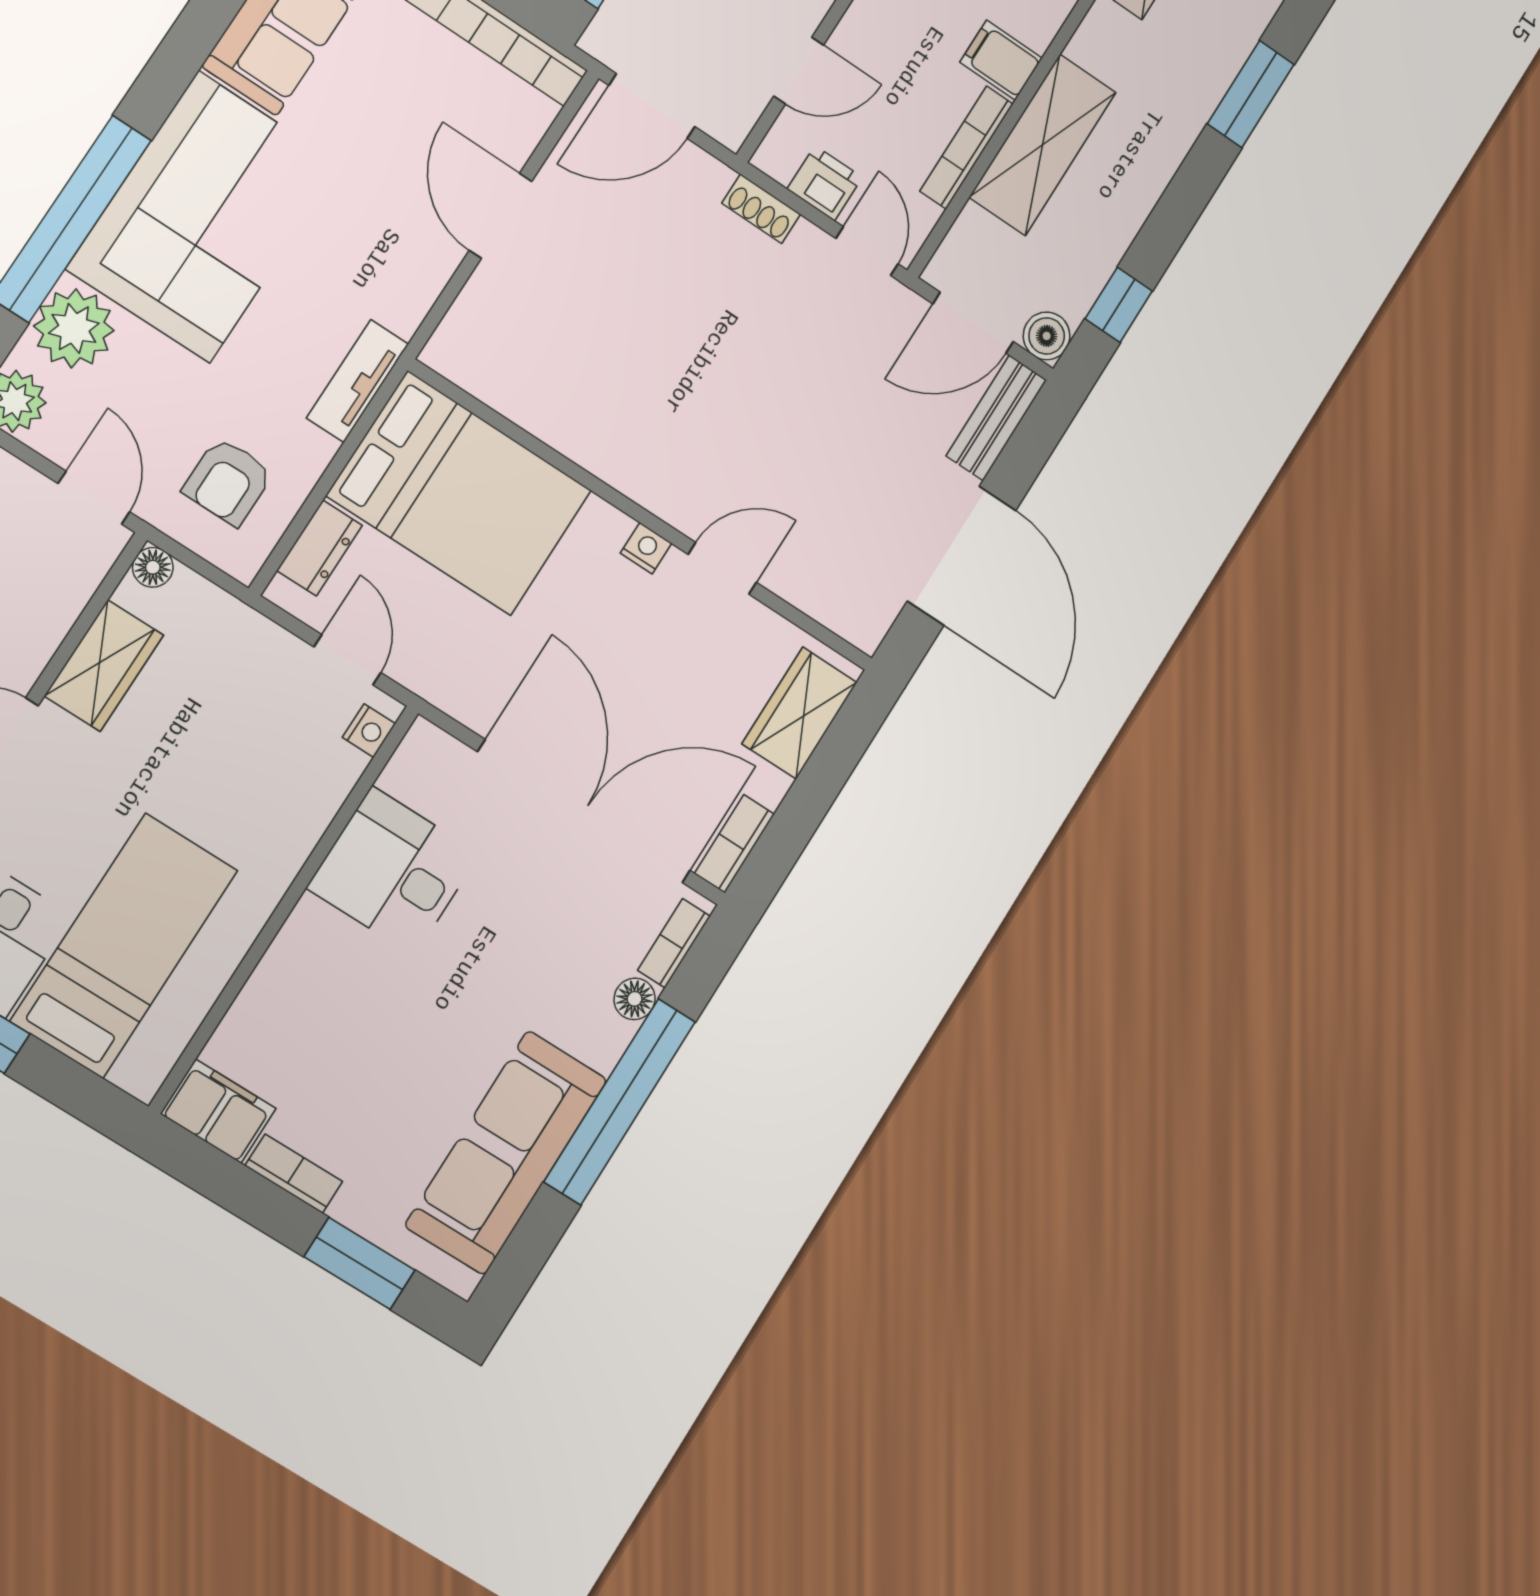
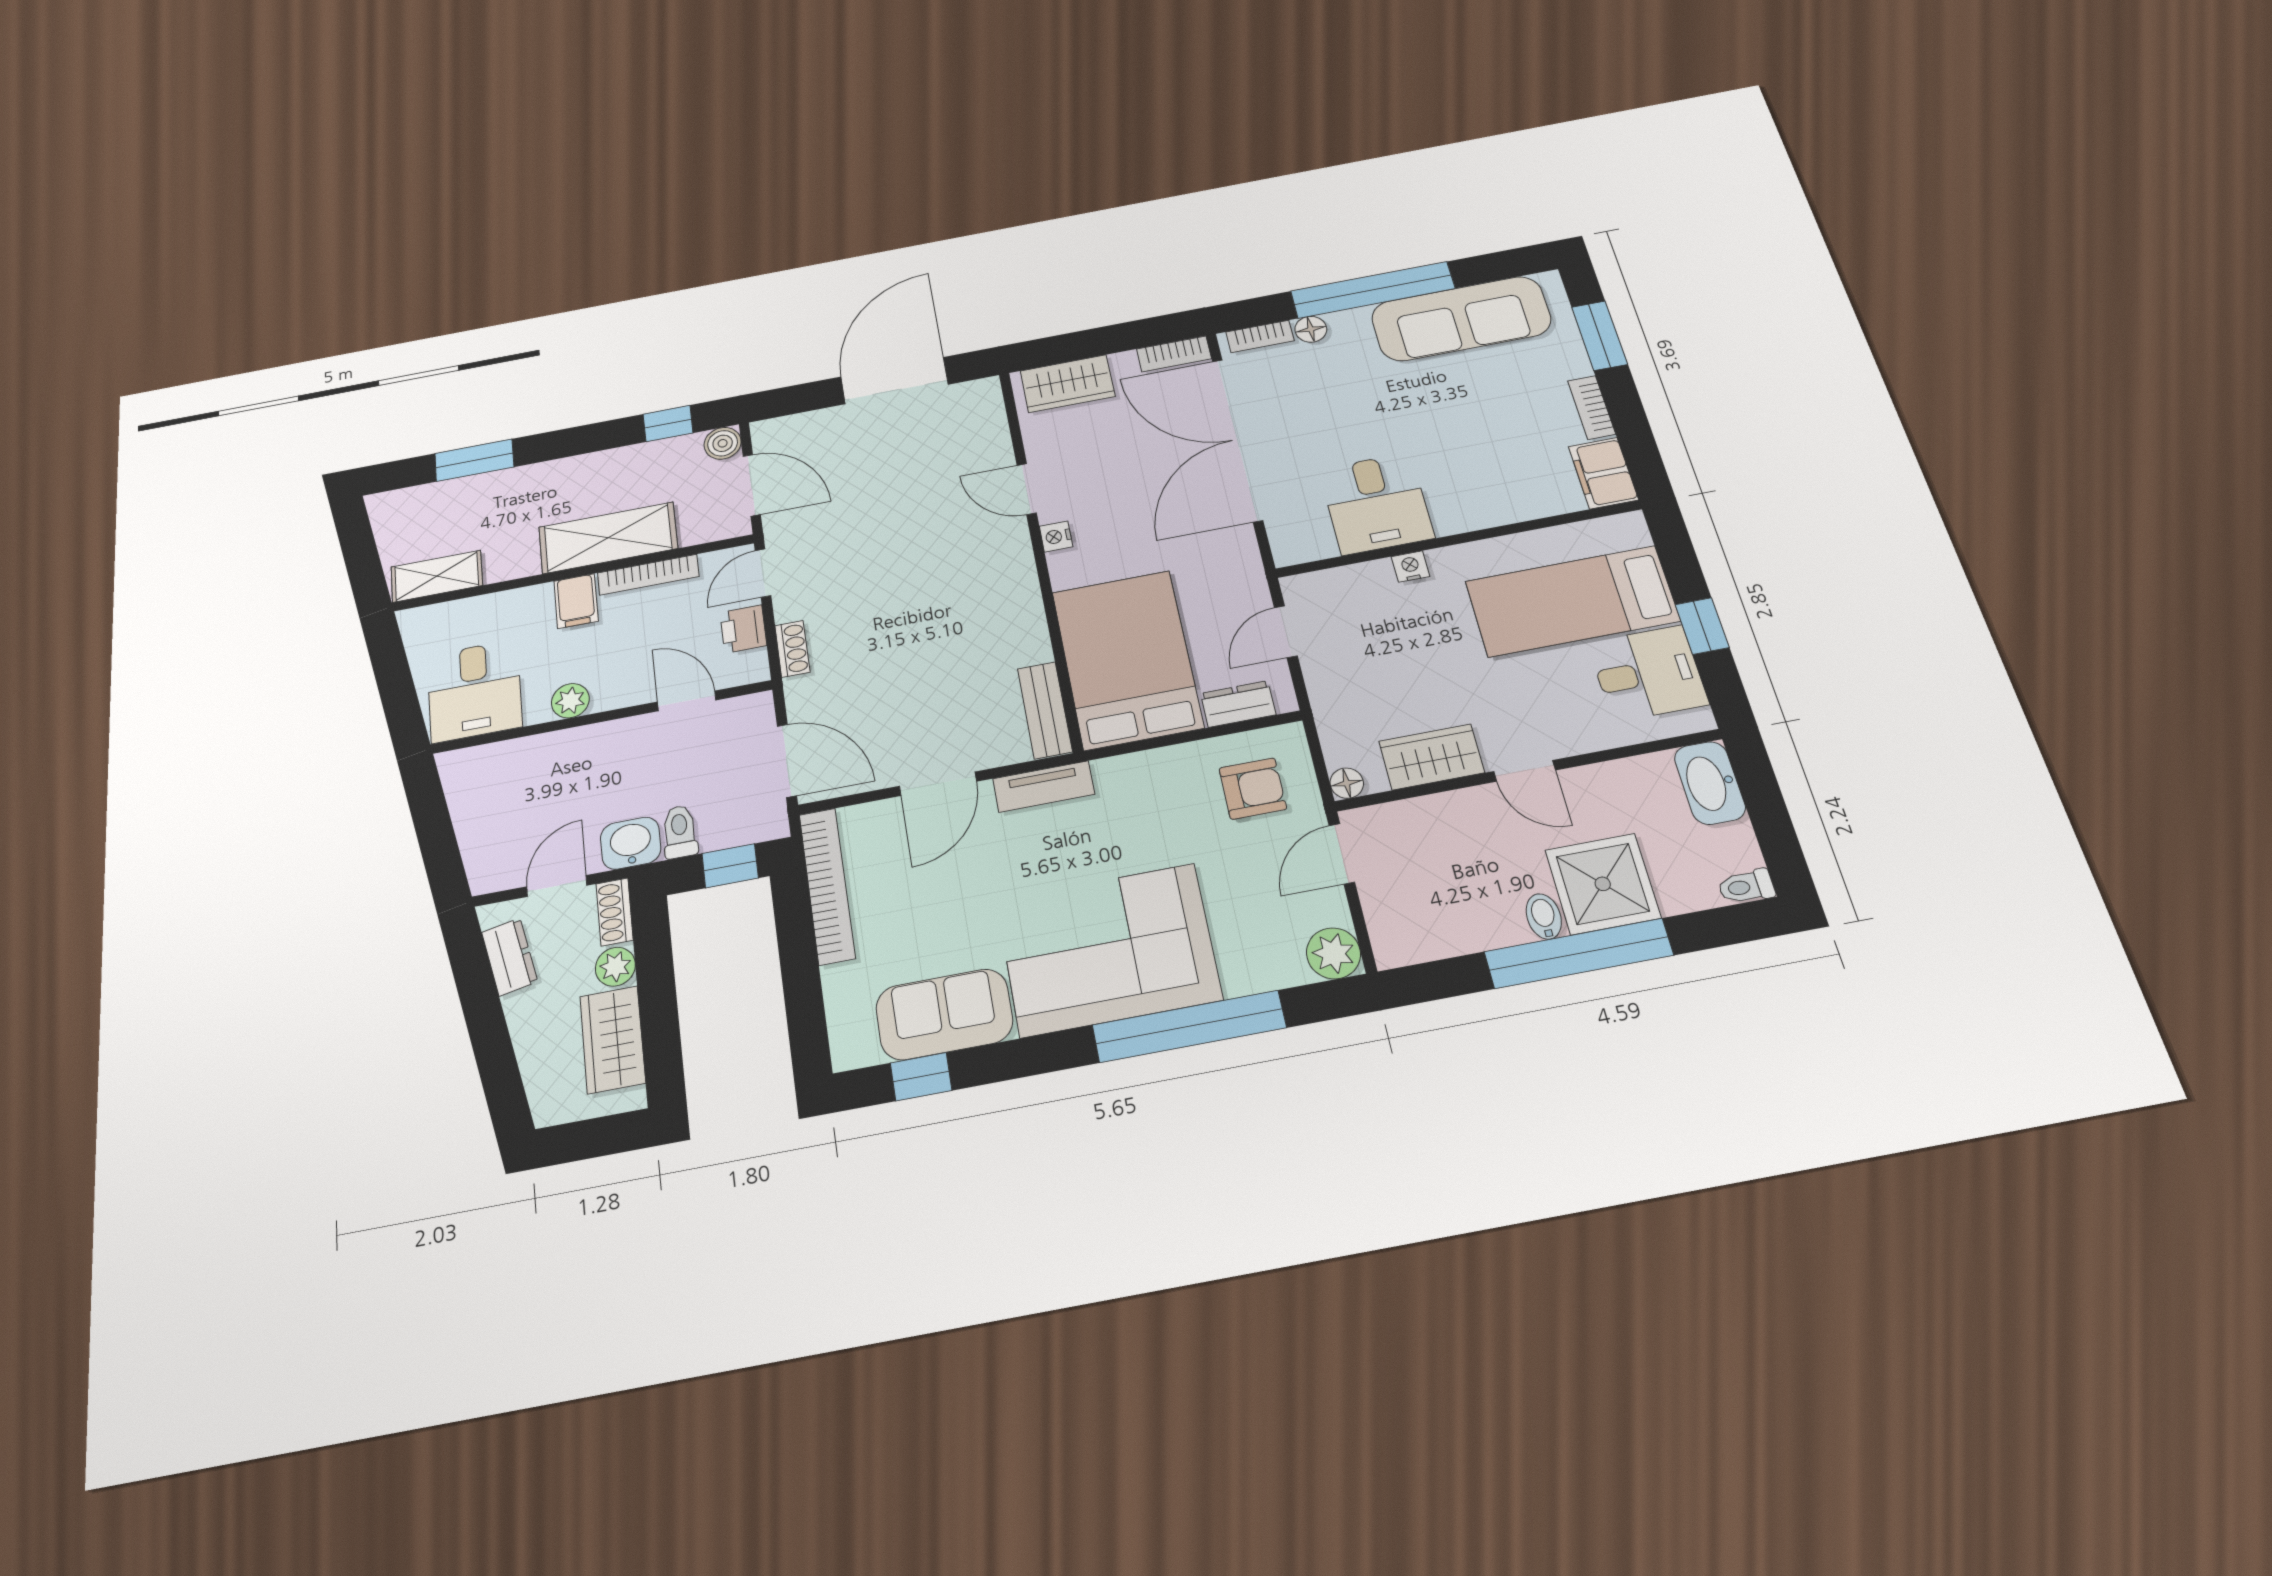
plant: (74, 328) -> (1254, 961), removed
tv unit: (358, 381) -> (1044, 786), moved
bench: (996, 418) -> (1045, 710), moved, turned 90
nightstand: (369, 731) -> (1411, 567), moved

